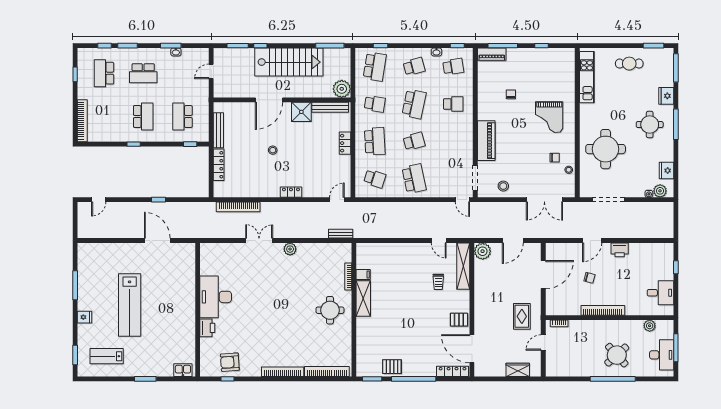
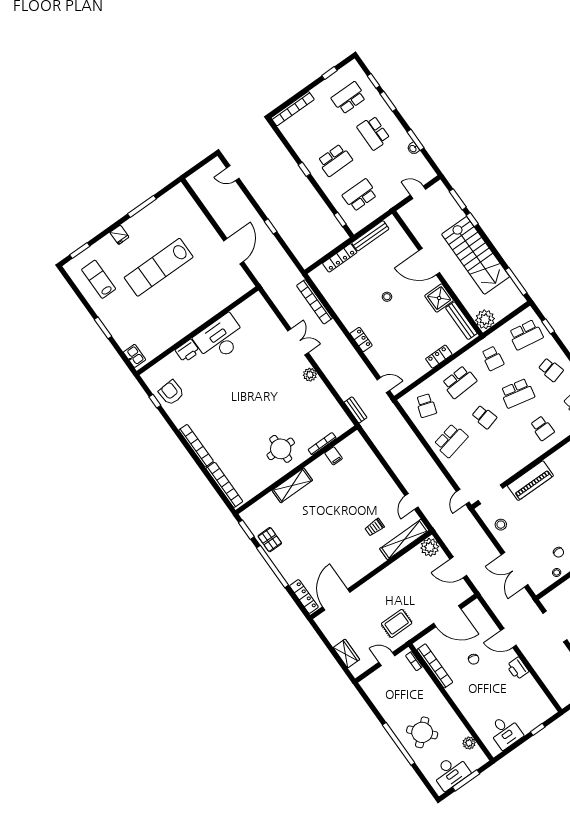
shelving: (363, 298) -> (292, 485), moved
bookcase: (603, 310) -> (435, 666), moved
pallet: (459, 320) -> (354, 569), removed

